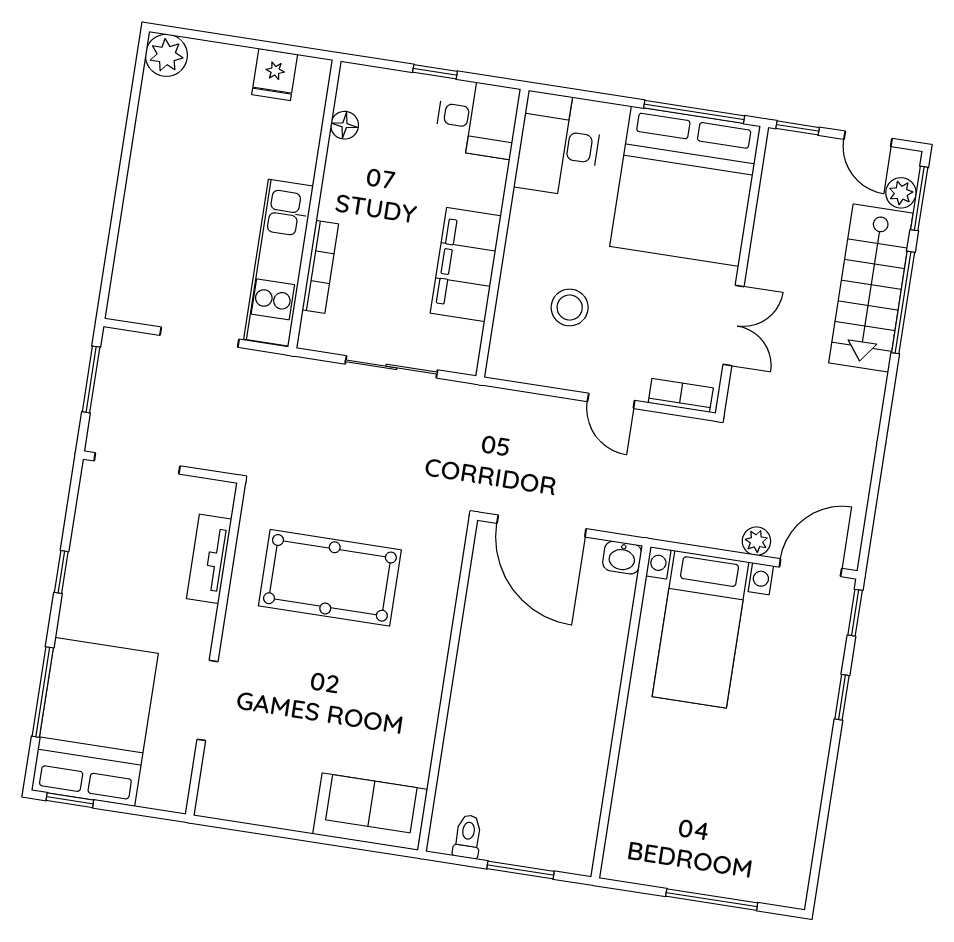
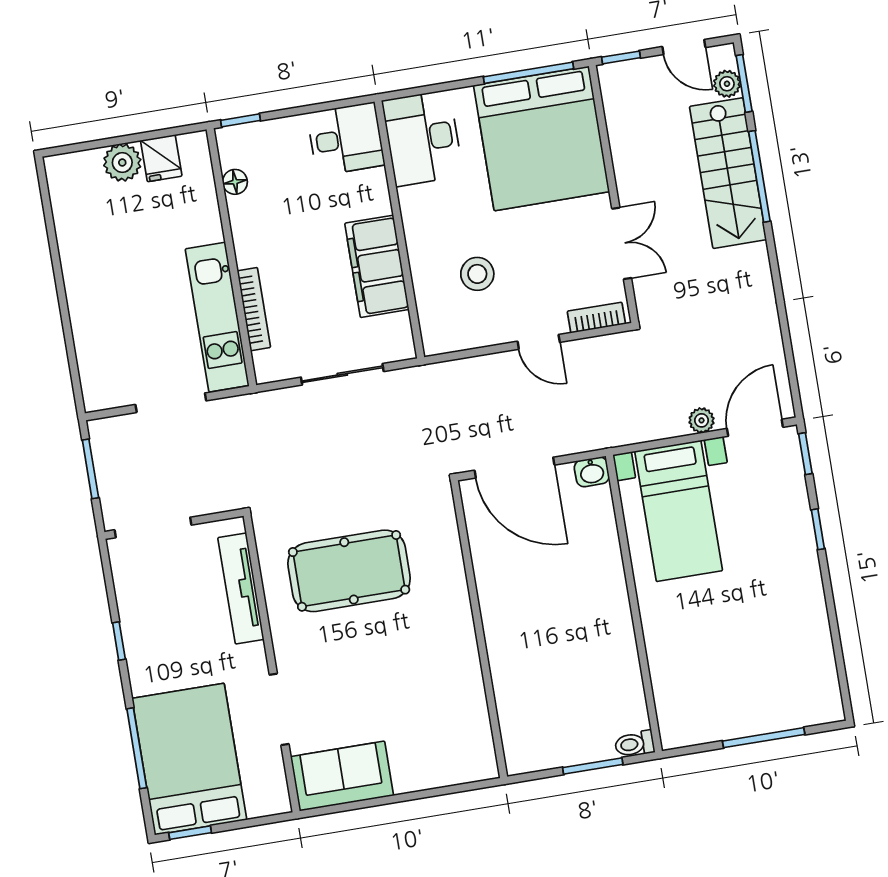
plant: (166, 55) -> (122, 163), moved
window: (435, 72) -> (240, 120), moved
tv unit: (209, 559) -> (241, 588), width x1.41
sofa: (370, 812) -> (342, 776), moved
toilet: (468, 837) -> (635, 744), moved, turned -90

